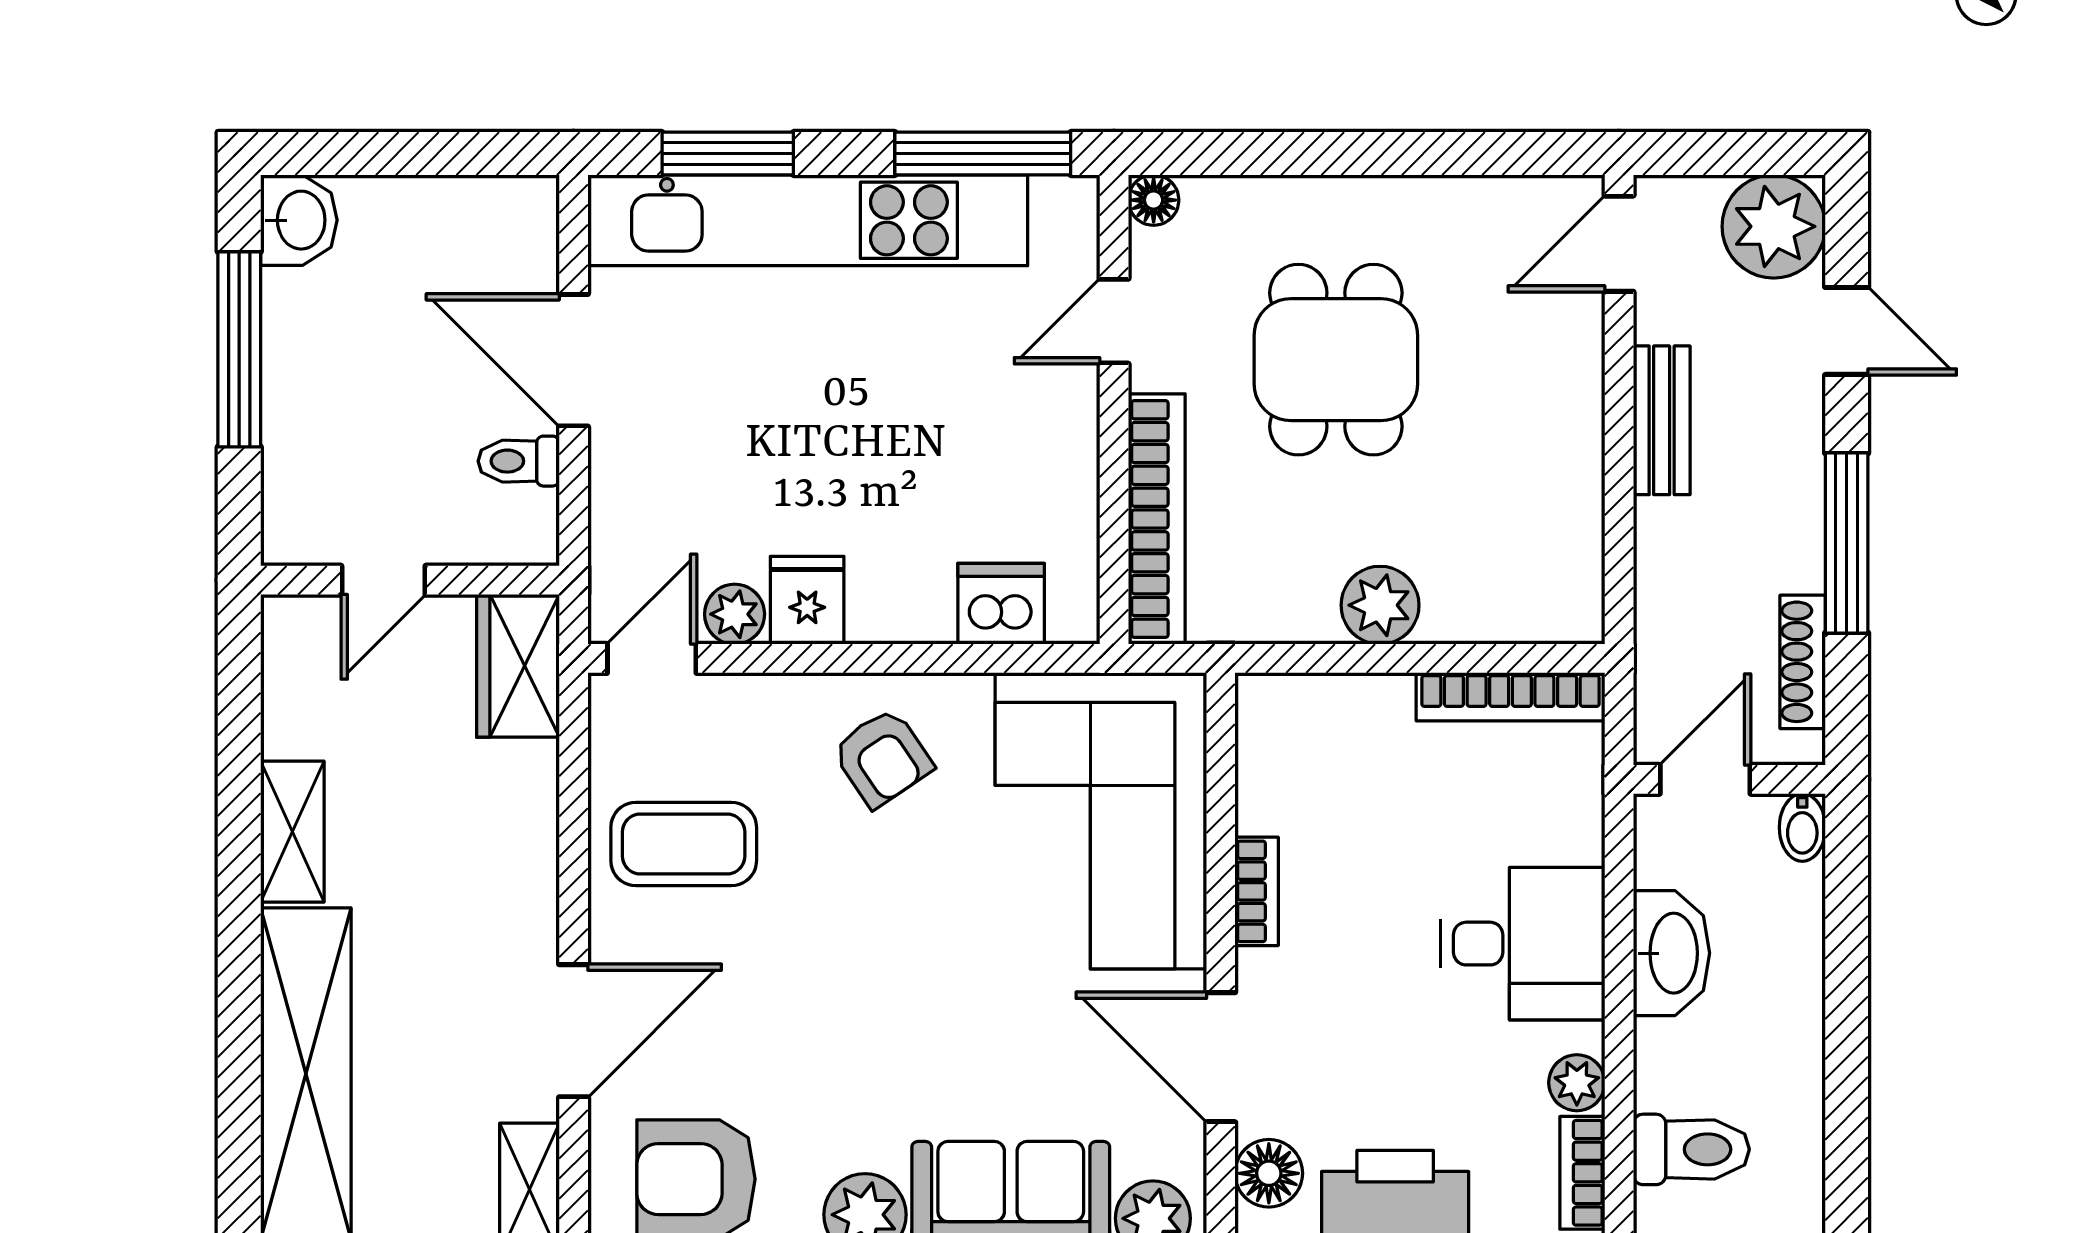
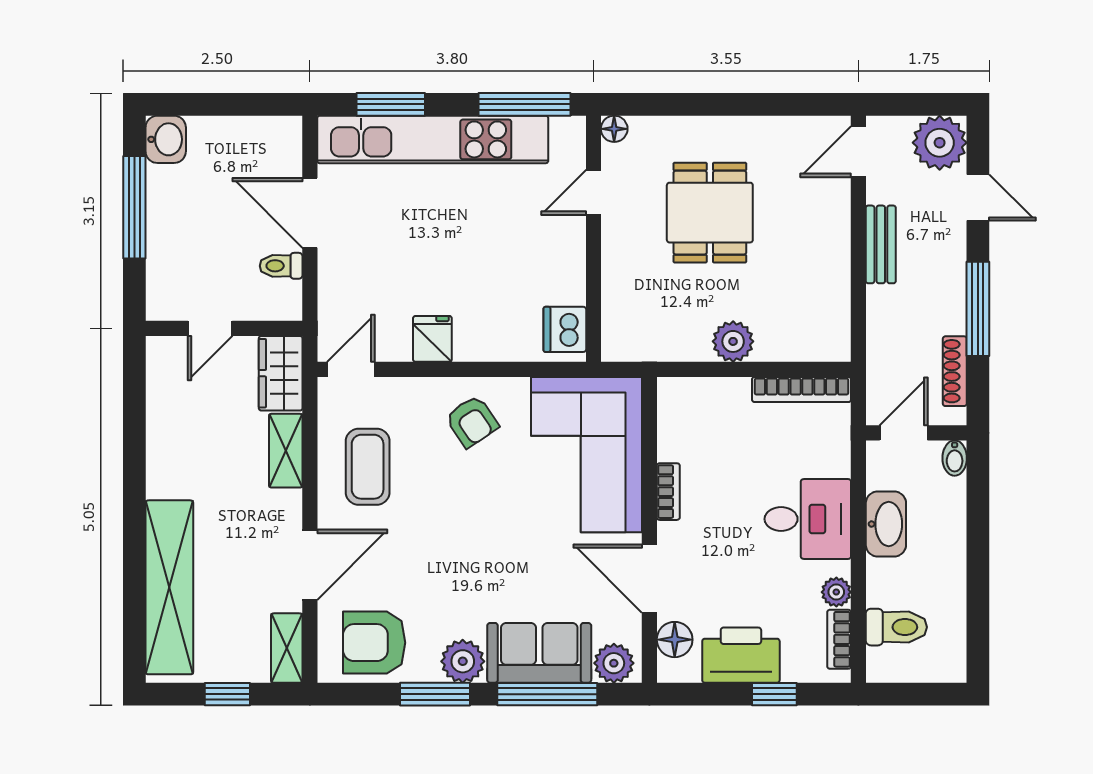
bookcase: (1157, 519) -> (616, 296), removed
dishwasher: (1001, 604) -> (565, 329), moved, turned -90
plant: (735, 614) -> (394, 346), removed
shelving: (292, 832) -> (286, 451), moved
coffee table: (684, 844) -> (368, 467), turned 90

